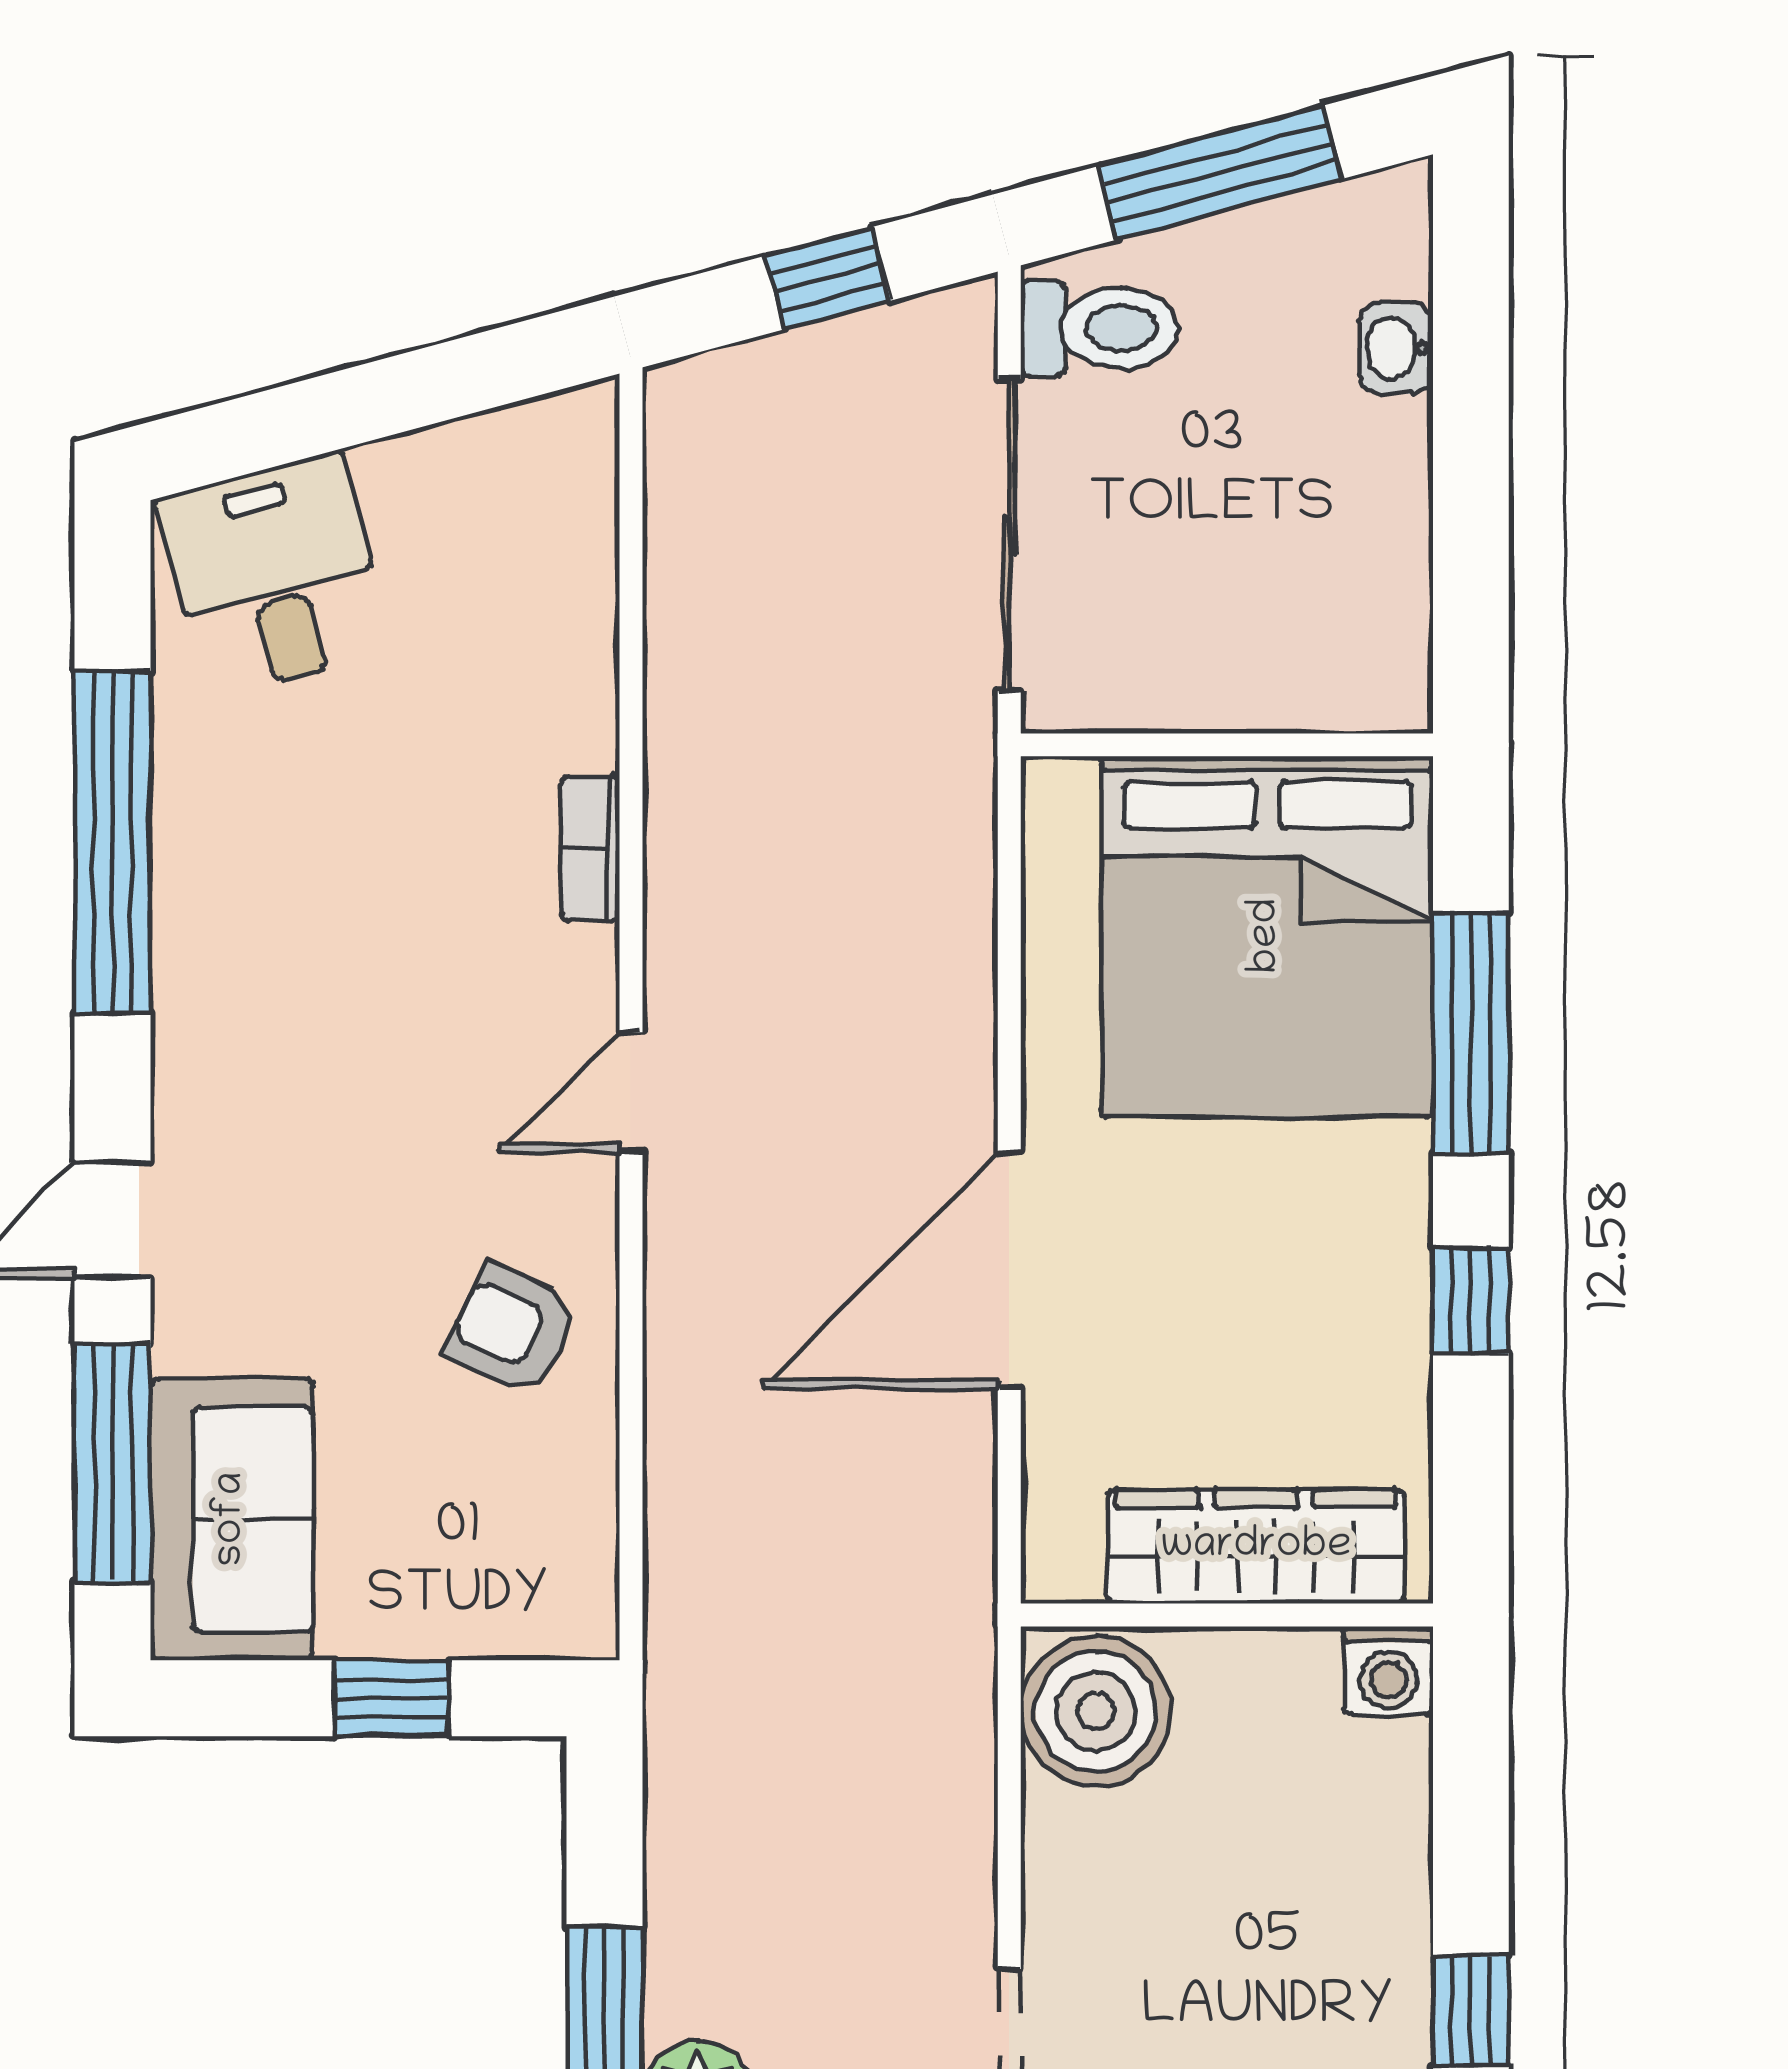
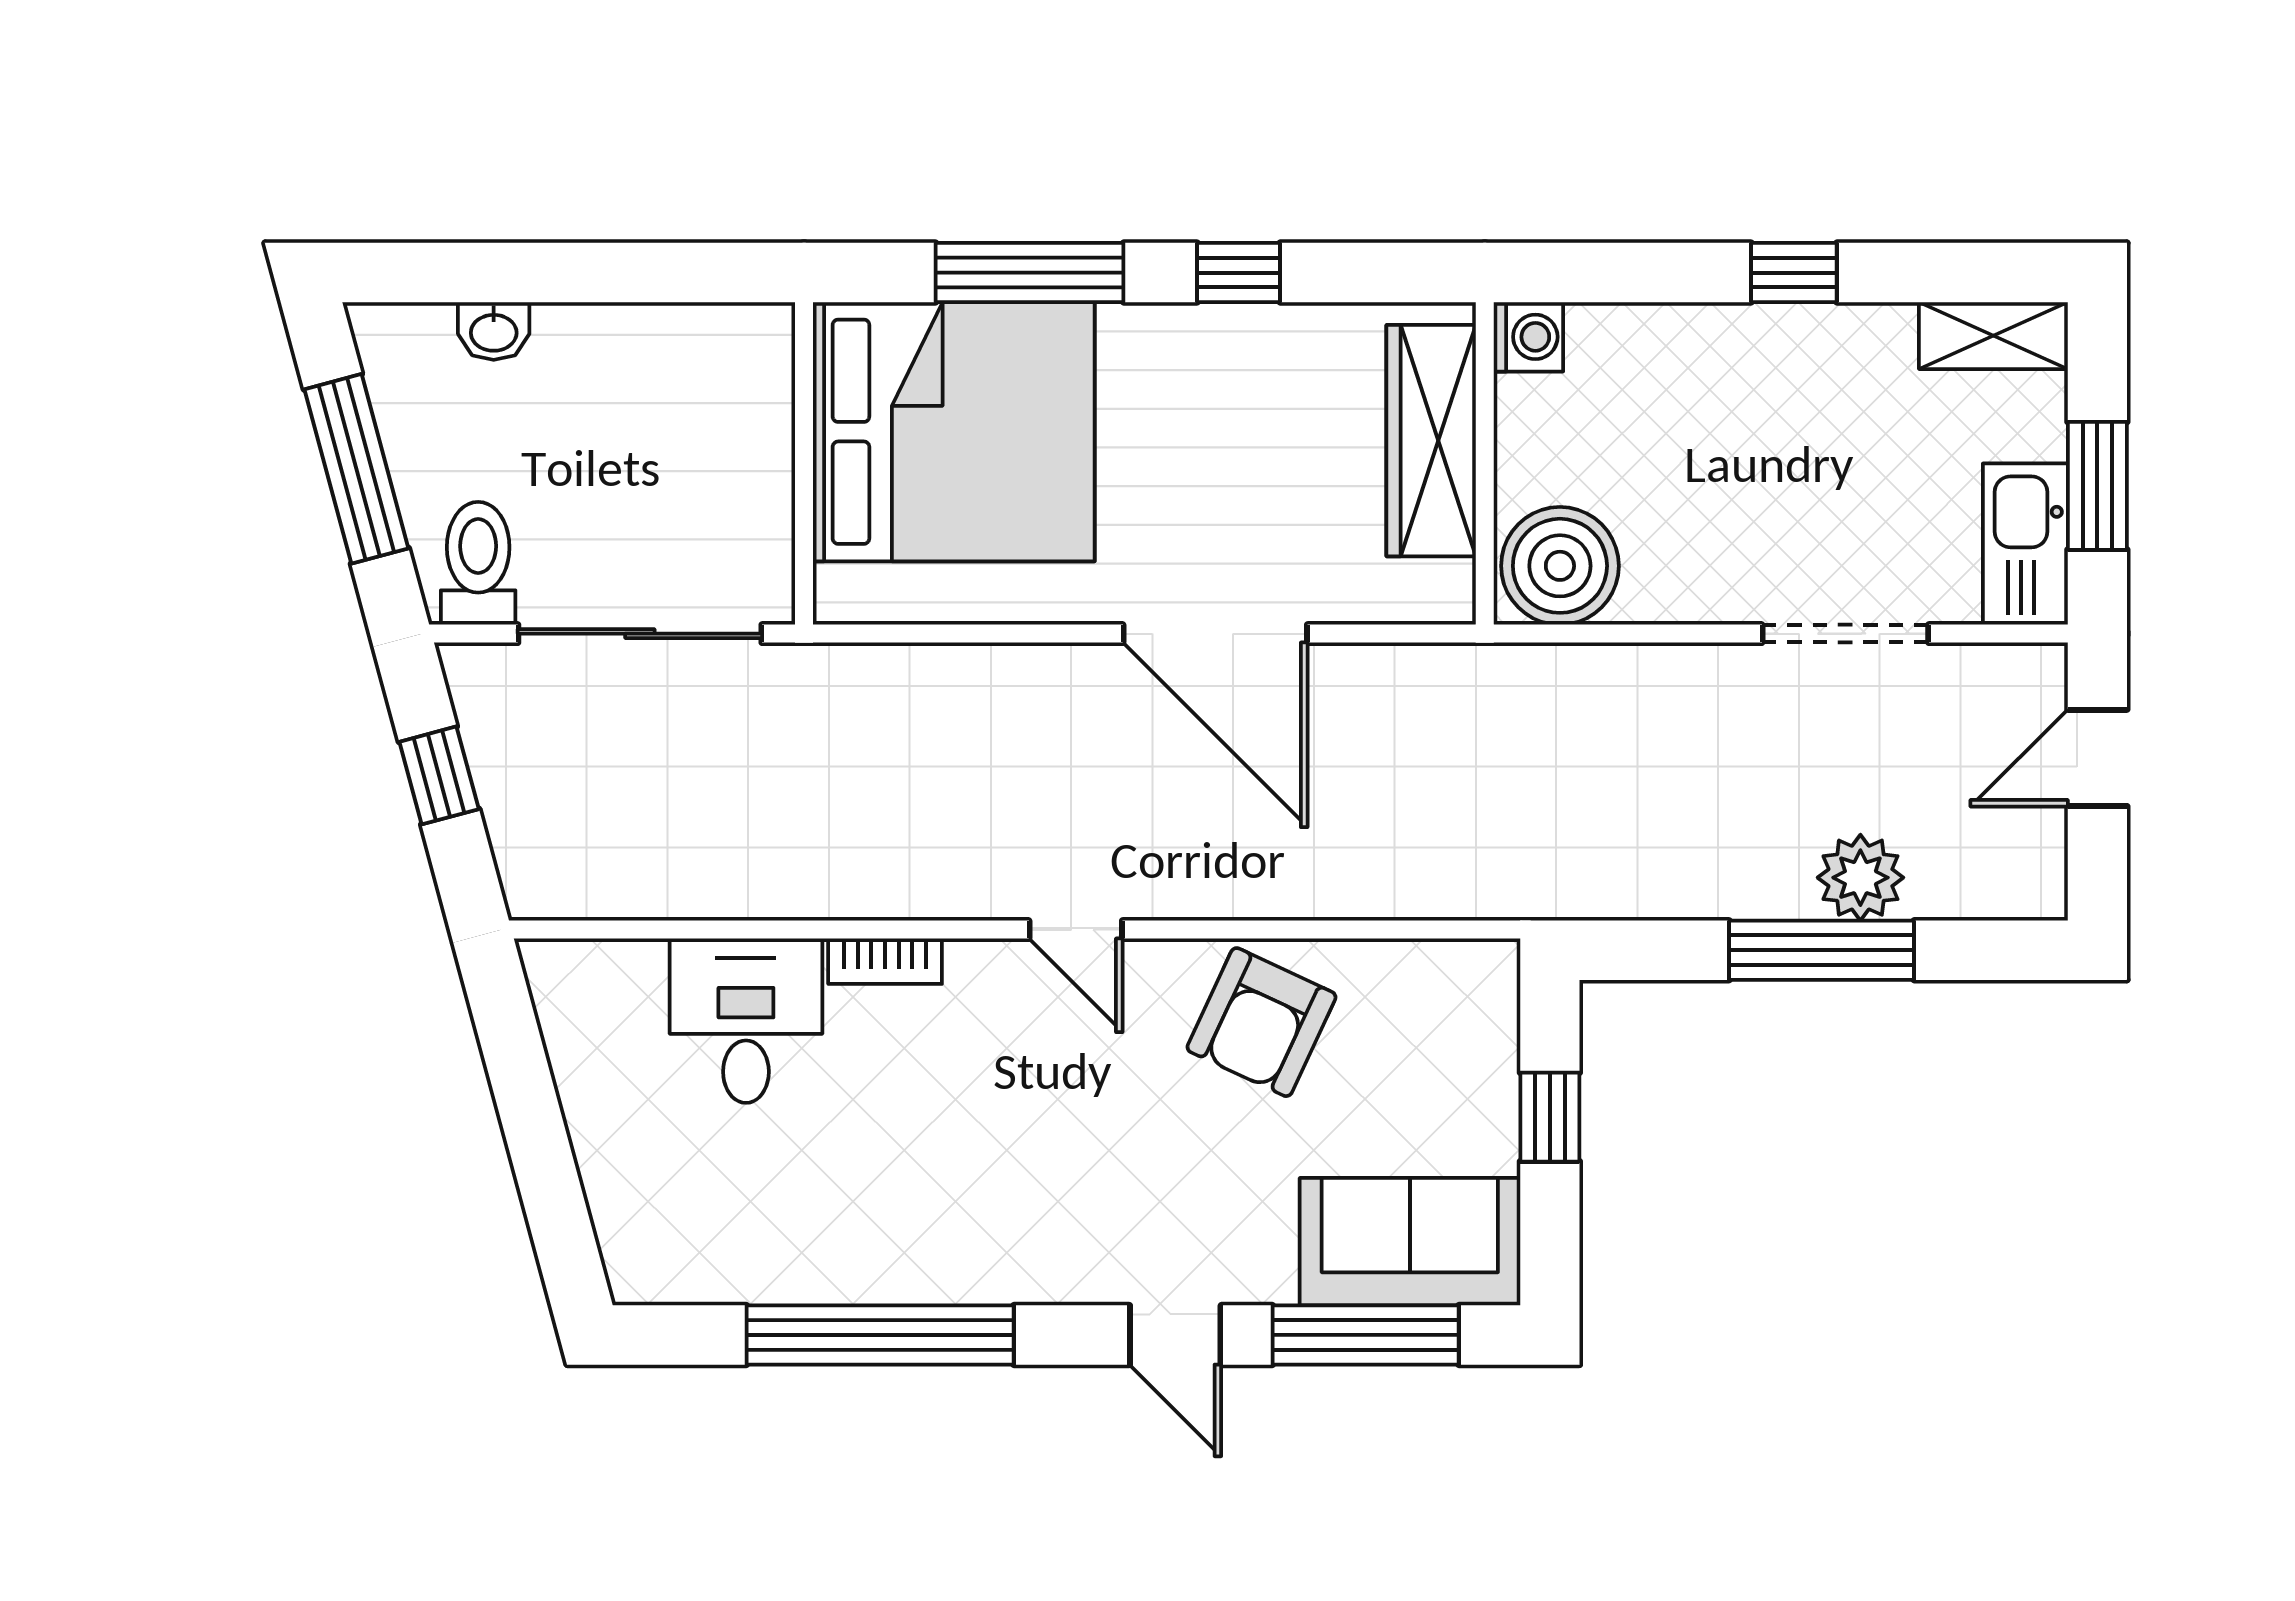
desk: (275, 576) -> (746, 1021), moved, turned 105
armchair: (513, 1330) -> (1261, 1022), width x1.38, depth x1.38

